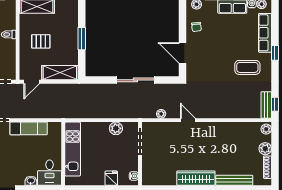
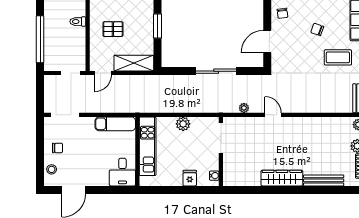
chair: (228, 42) -> (317, 29), added
door: (183, 53) -> (267, 42), hinge flipped
exam couch: (29, 128) -> (115, 124), moved
plant: (116, 128) -> (183, 124), moved
washbasin: (31, 181) -> (102, 181), removed

